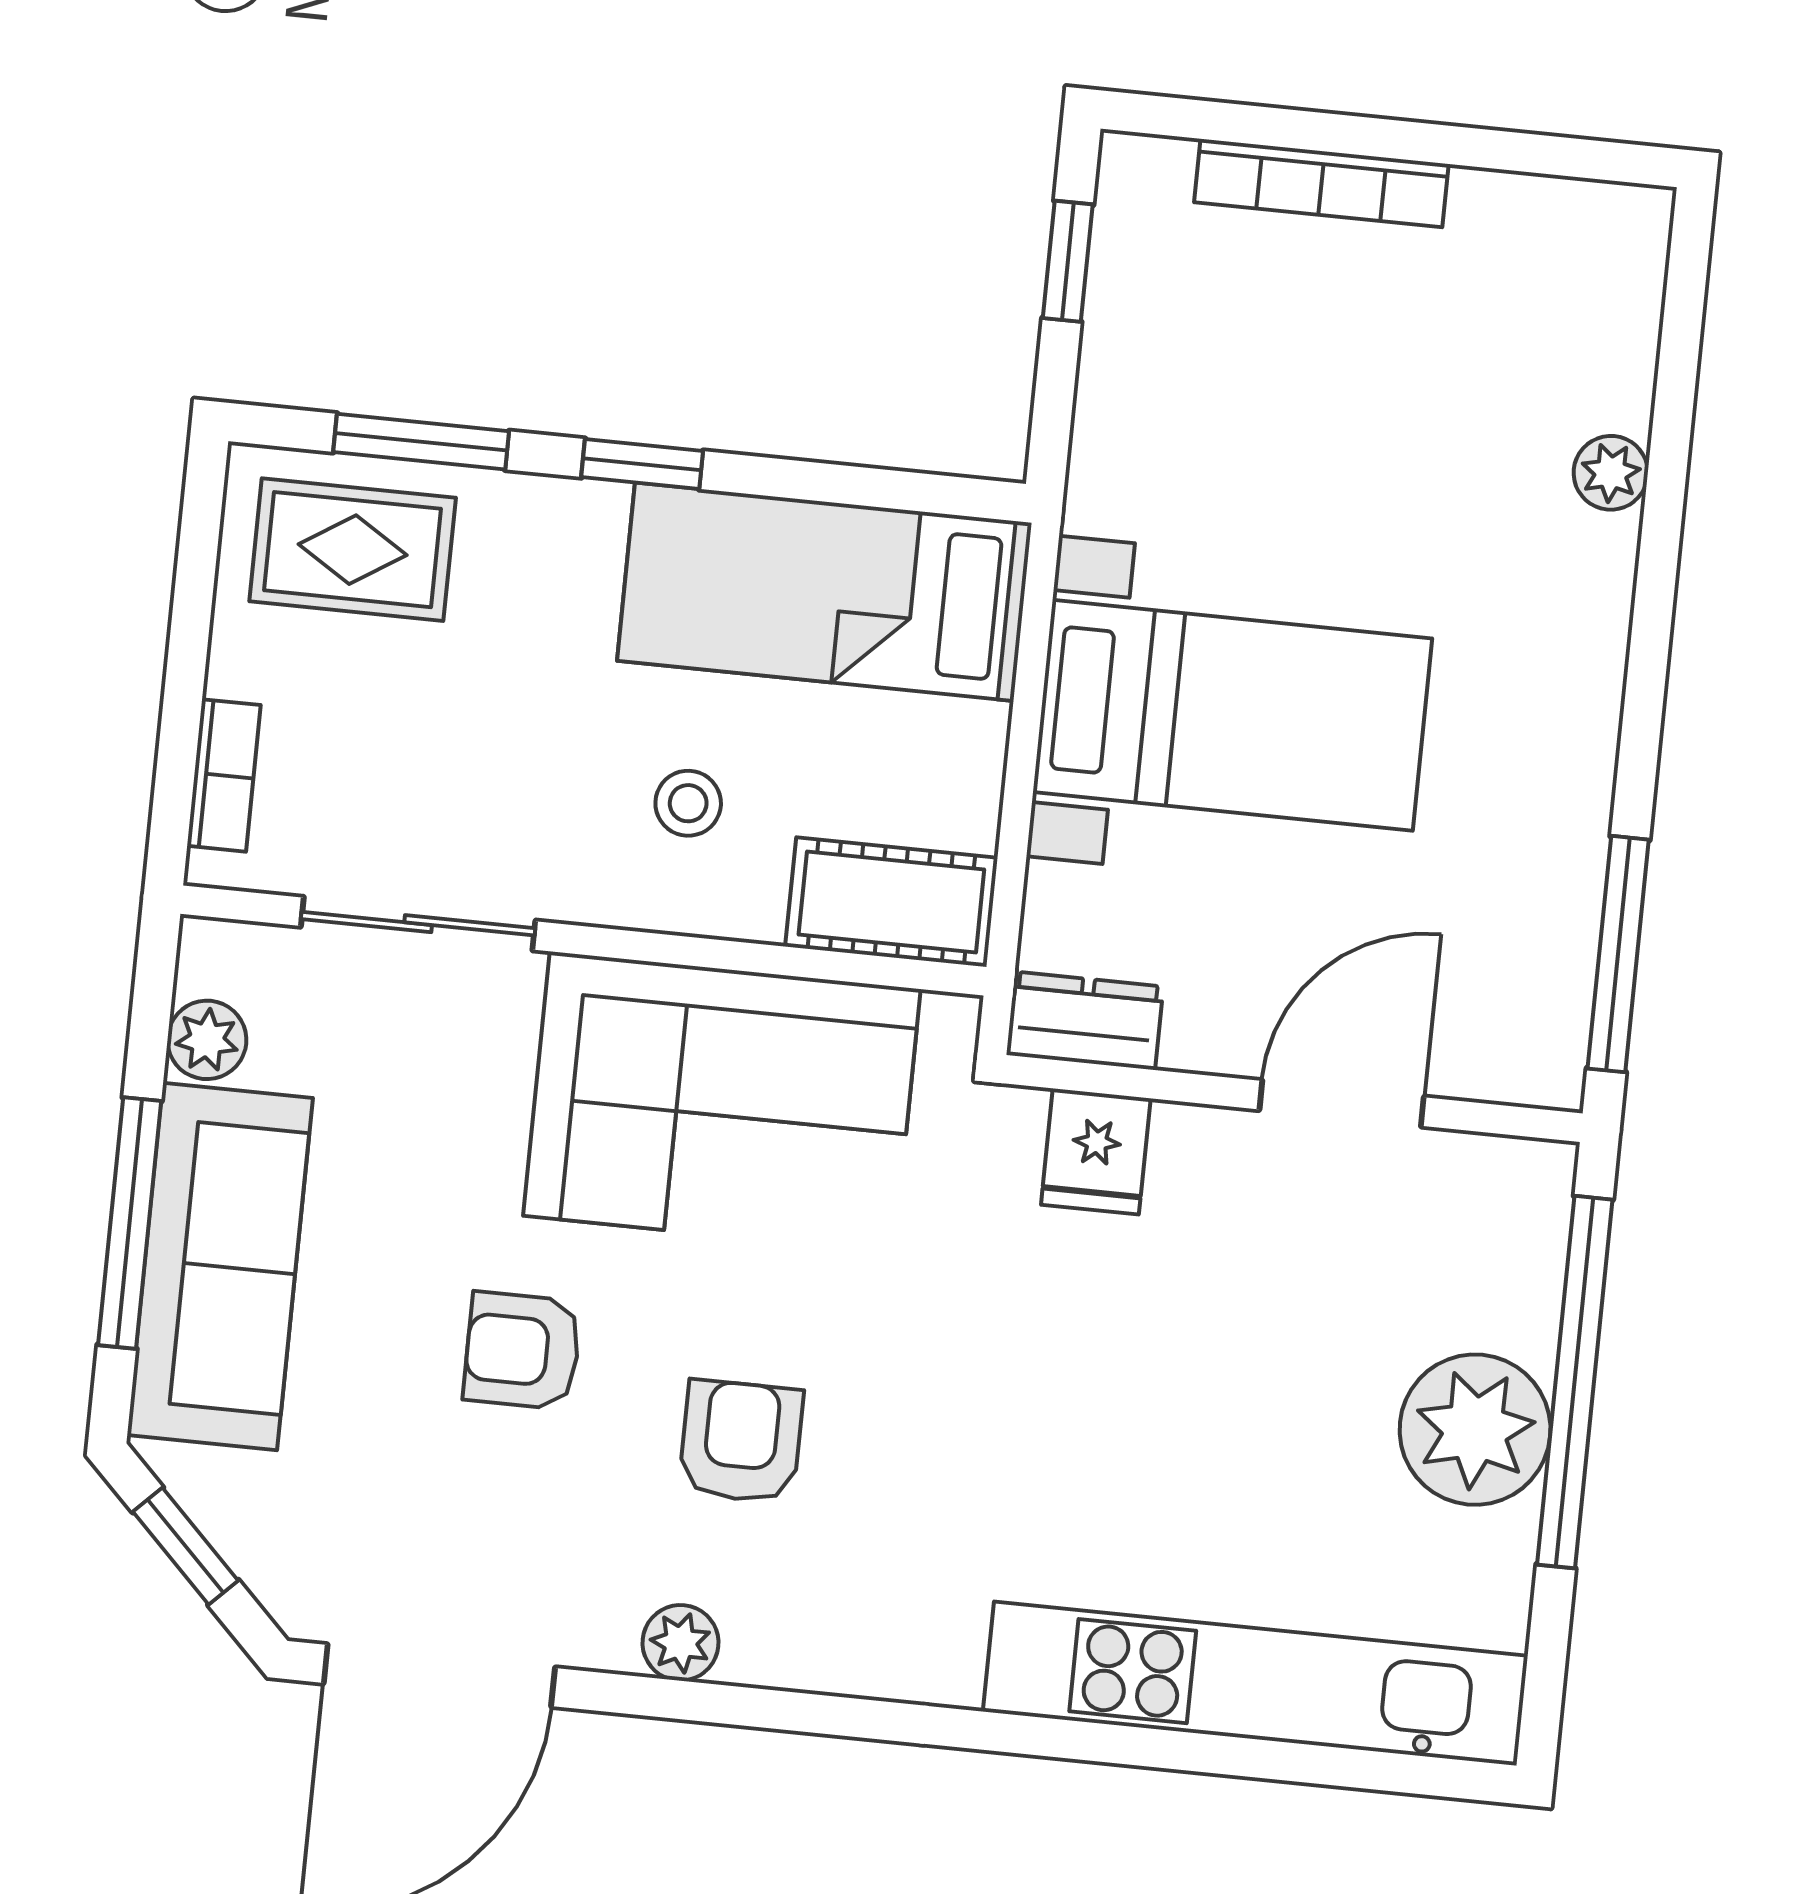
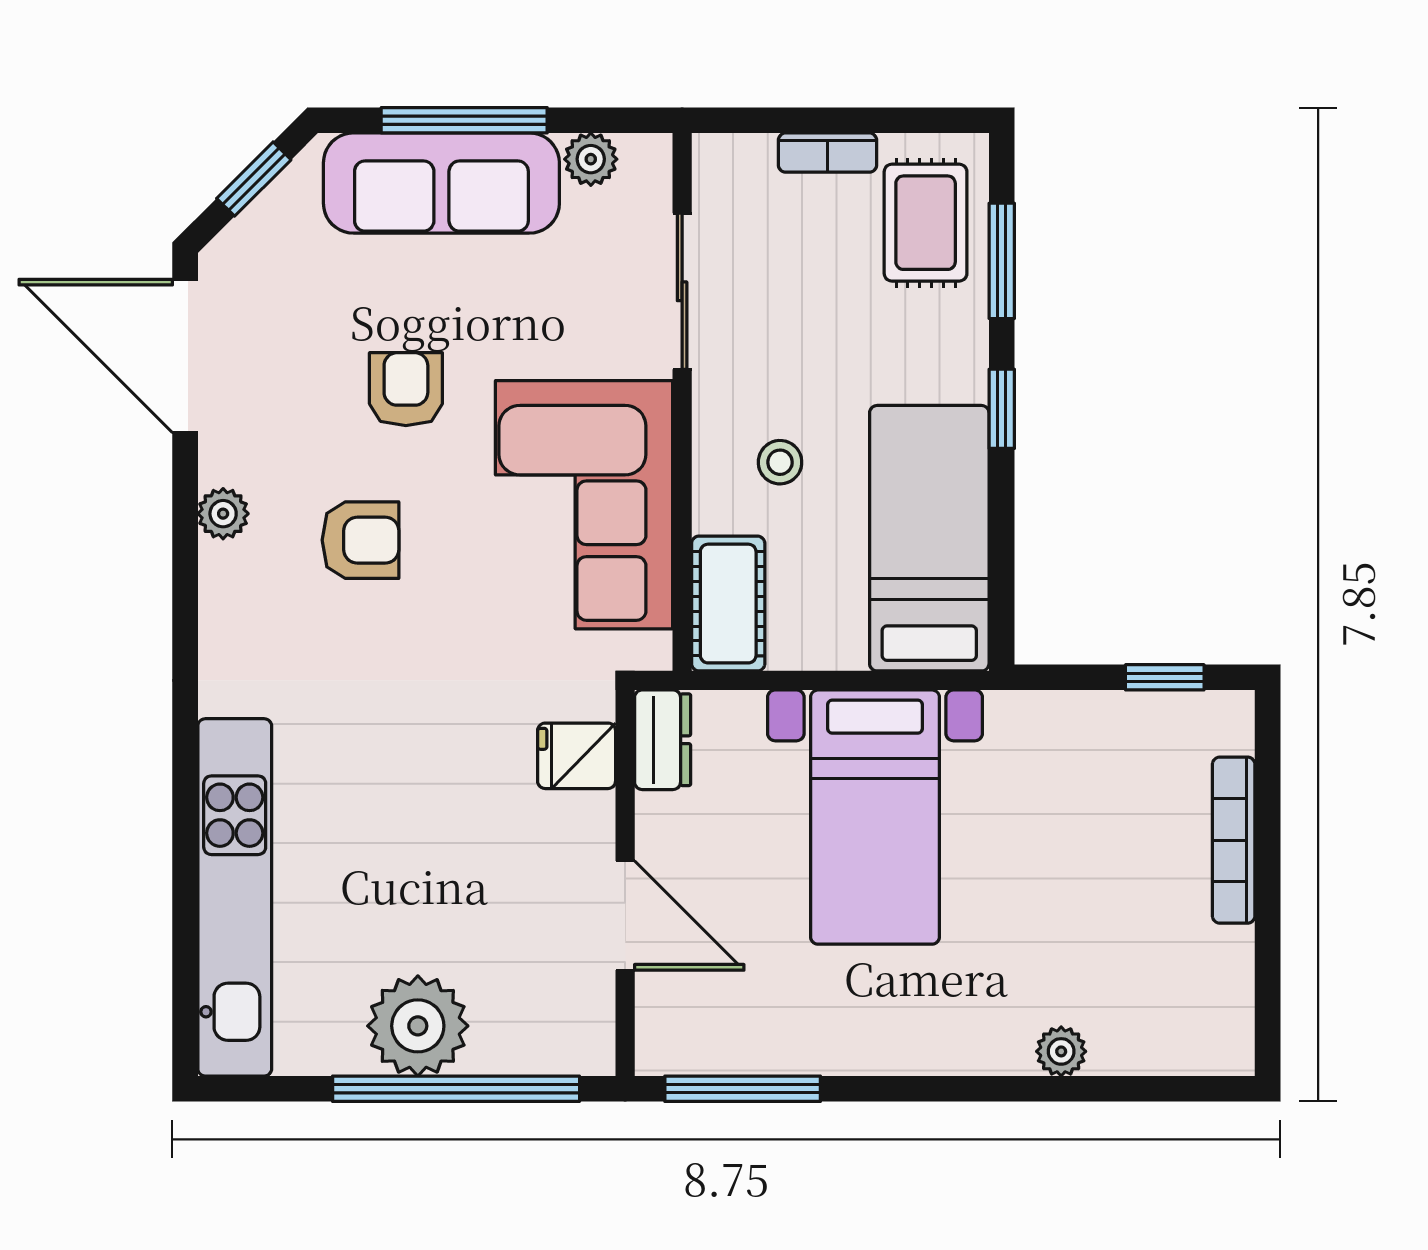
bookcase: (224, 775) -> (827, 153), moved

